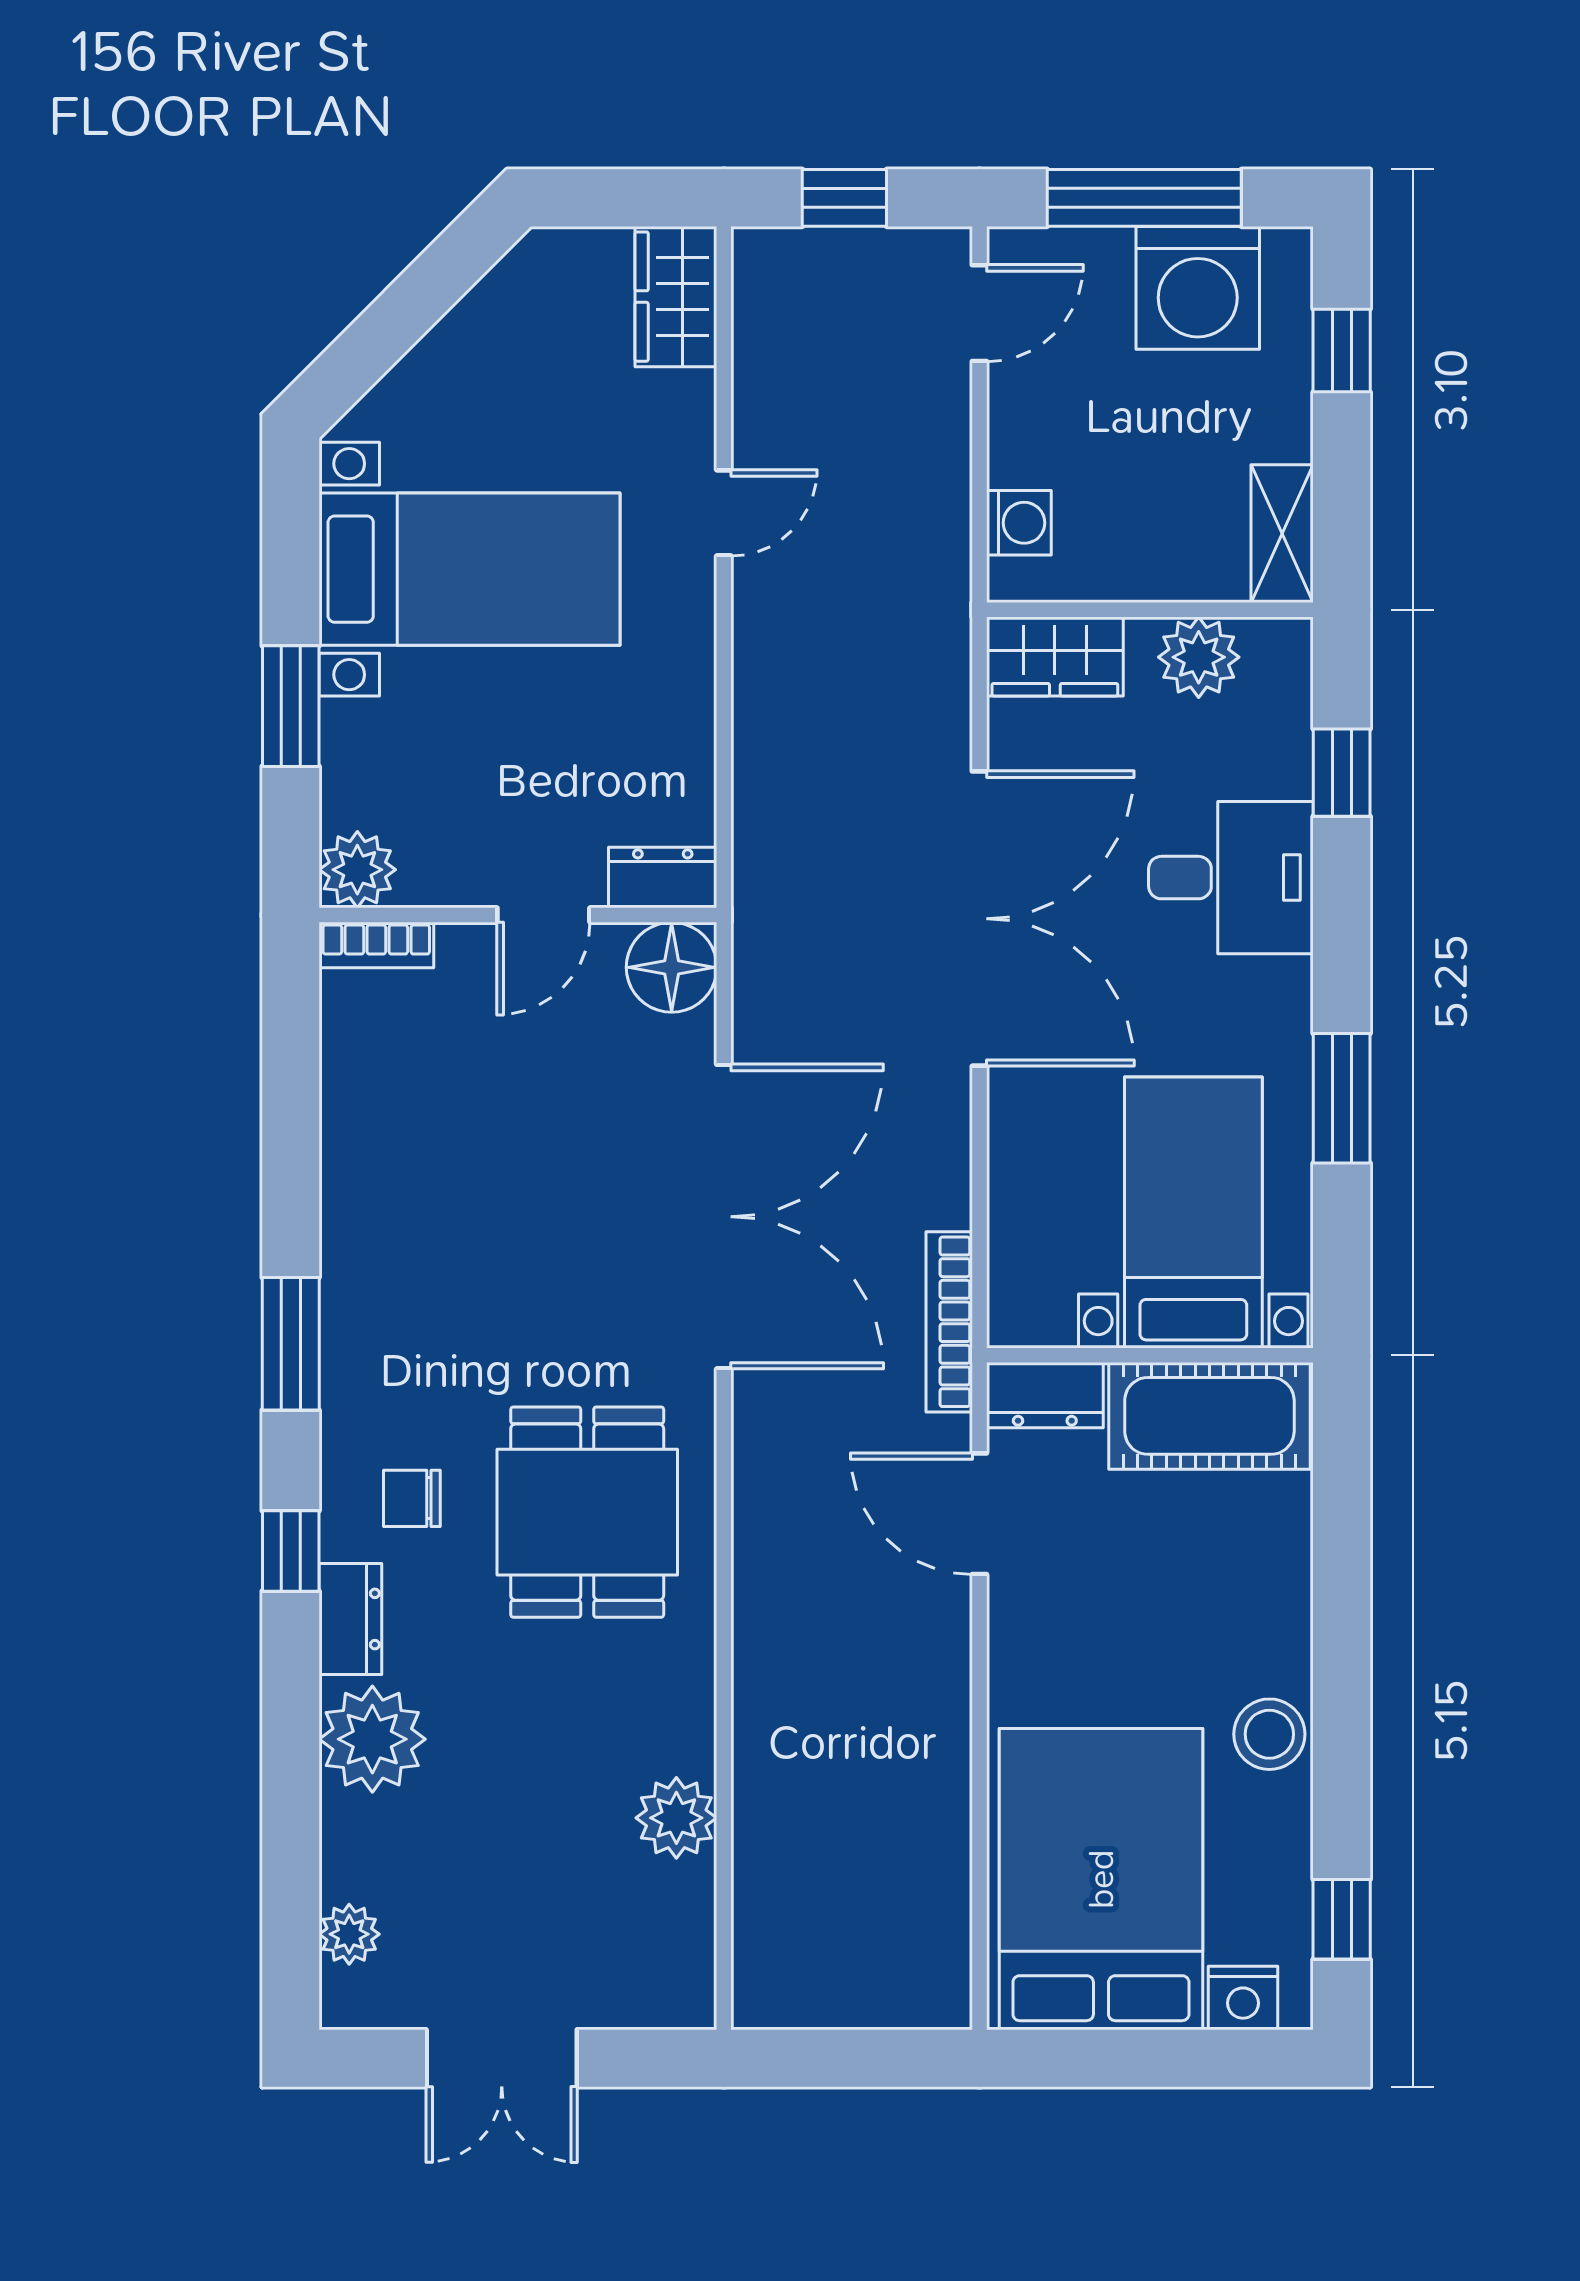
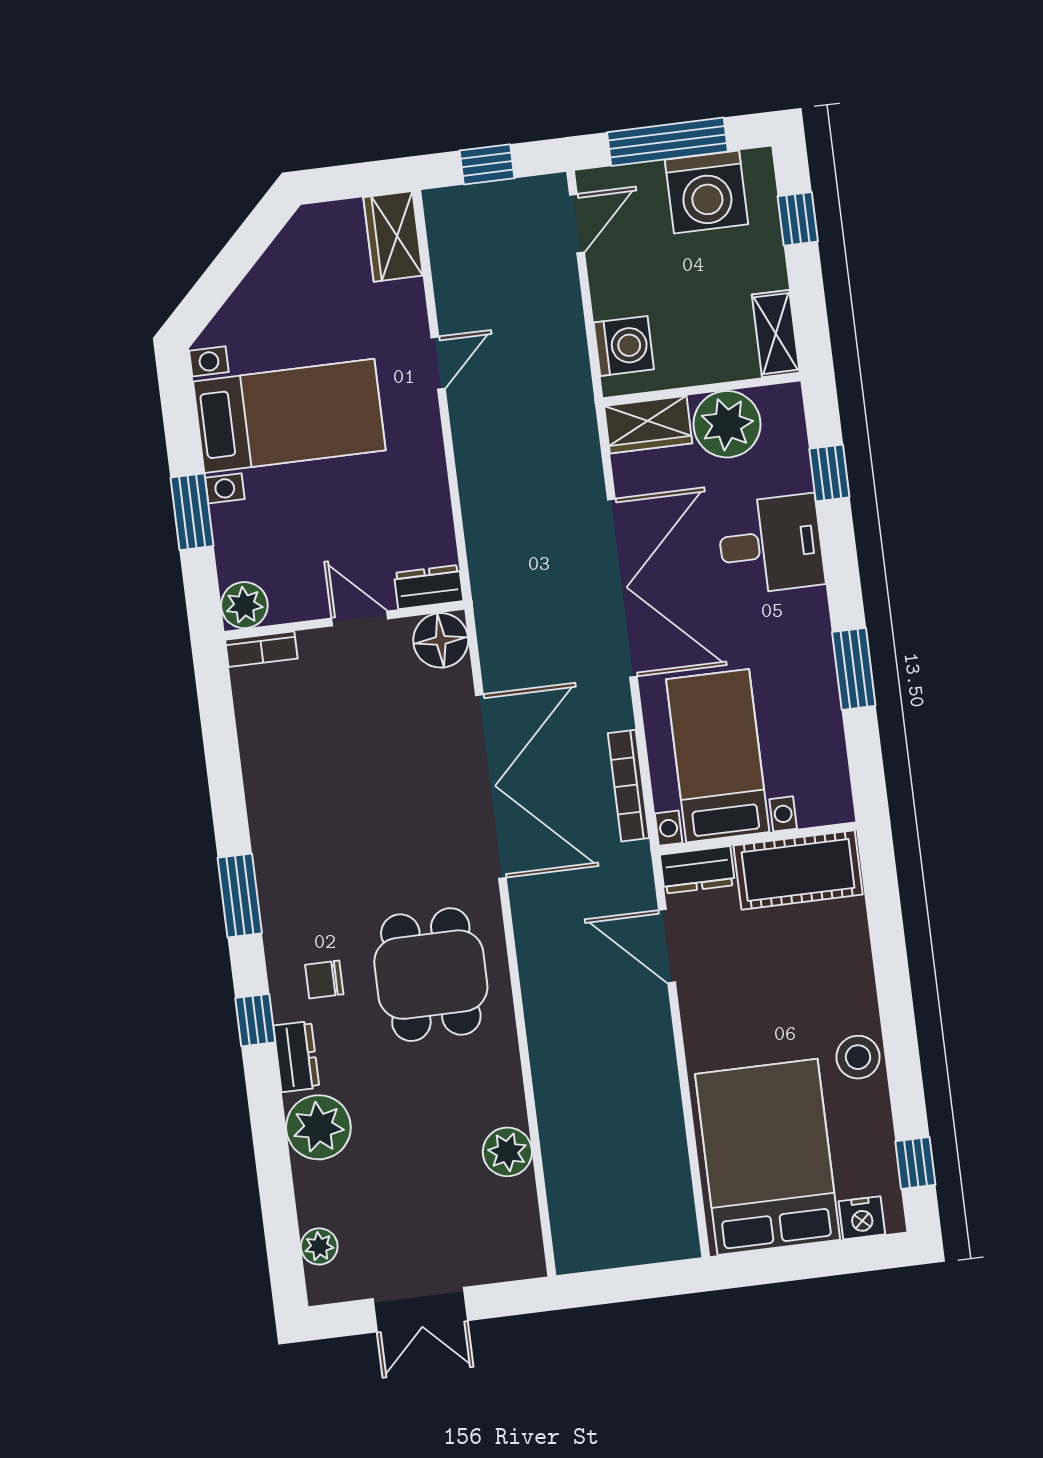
washing machine: (1019, 523) -> (624, 346), width x1.38, depth x1.38
plant: (1199, 657) -> (727, 424), width x1.36, depth x1.36
door: (543, 915) -> (360, 619), swing flipped
bed with nightstands: (1193, 1212) -> (718, 756), moved
bookcase: (949, 1322) -> (629, 786), moved

